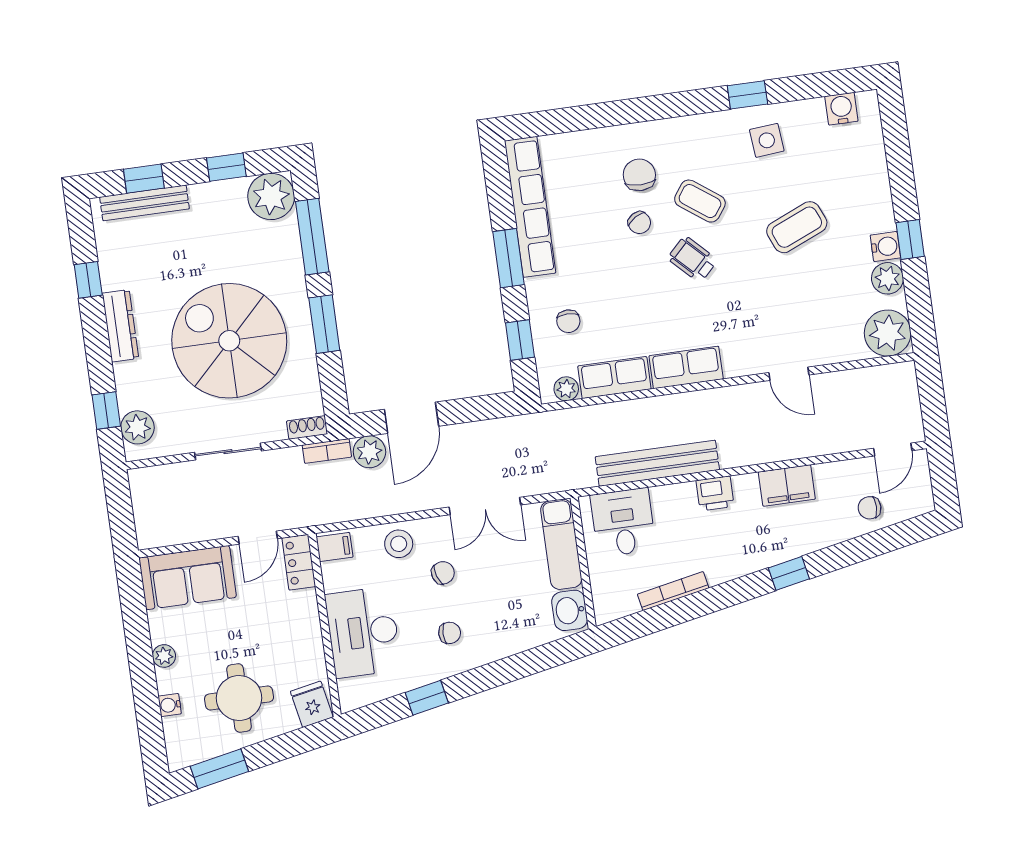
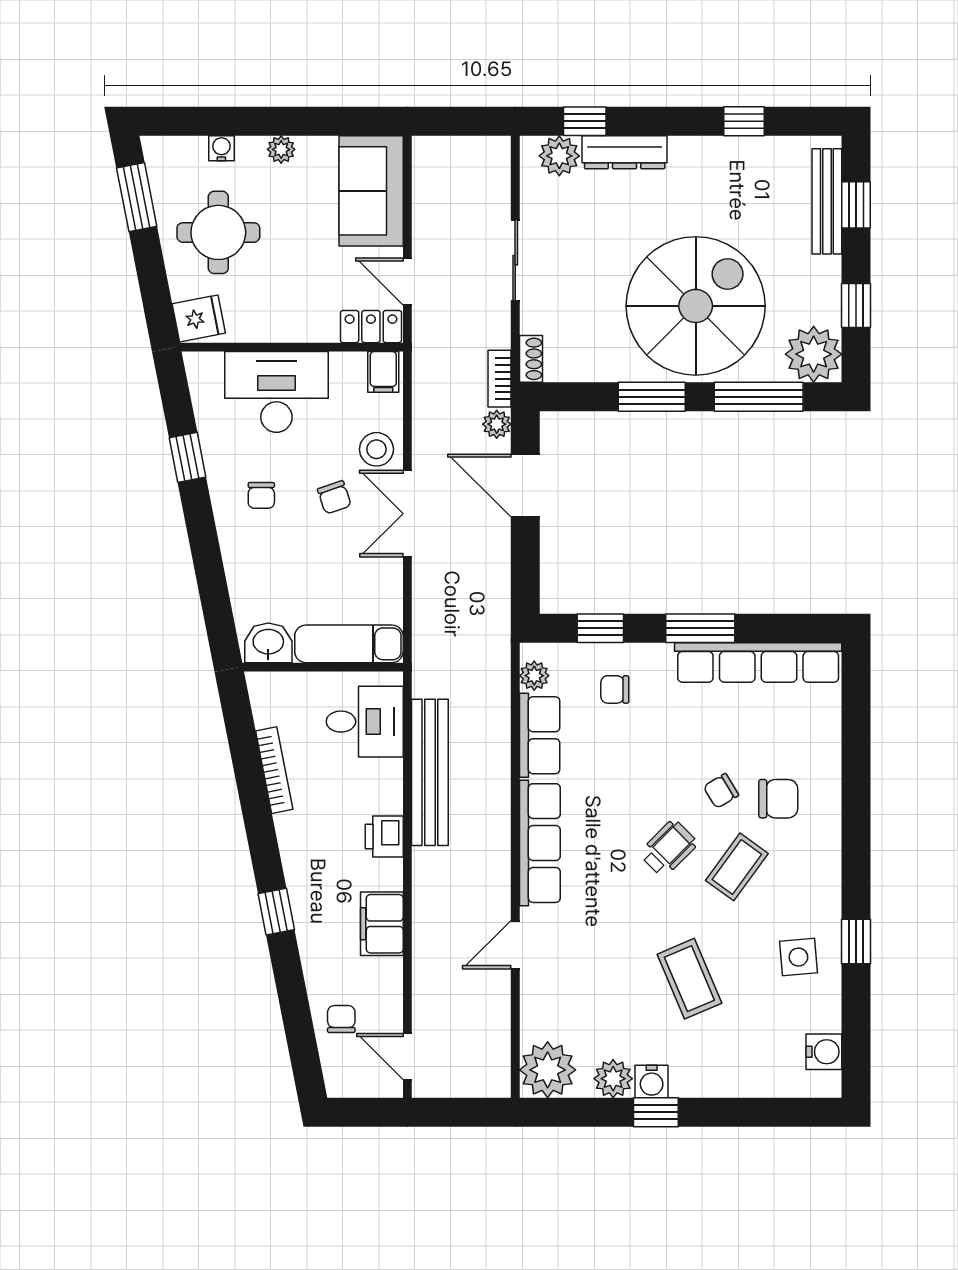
dresser: (120, 326) -> (625, 152), moved
spiral stairs: (229, 341) -> (696, 306), moved
row of seats: (686, 367) -> (540, 843), width x1.48
plant: (369, 452) -> (497, 424), width x0.73, depth x0.73
double door: (485, 506) -> (407, 514), moved

